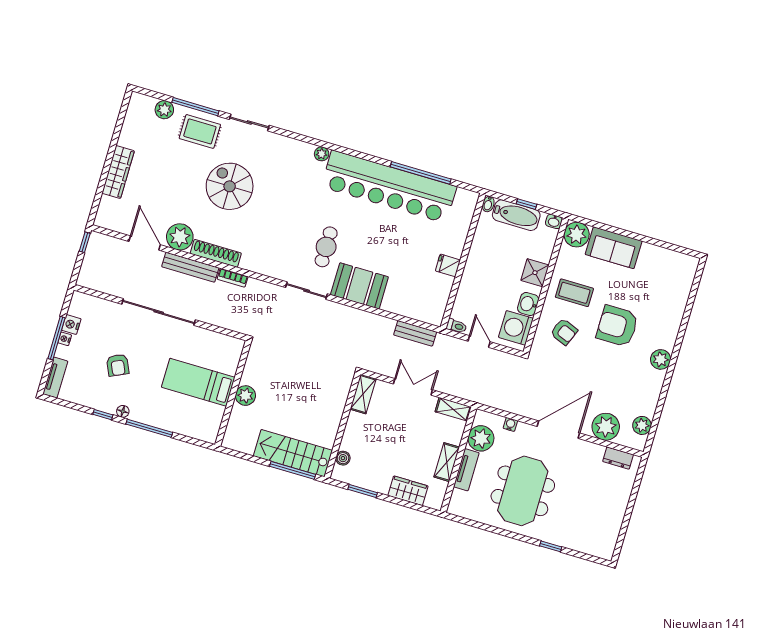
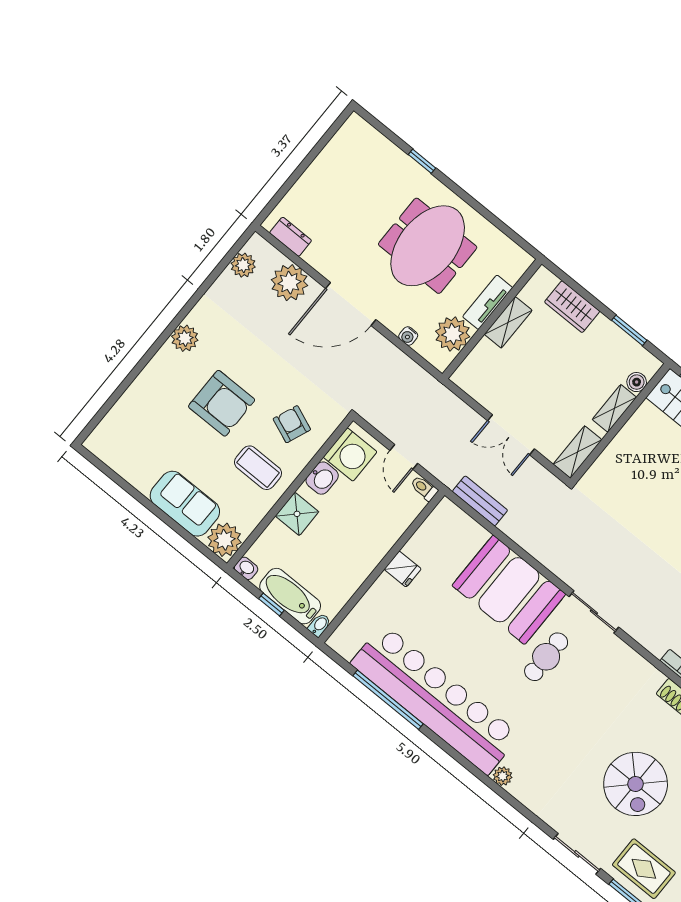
booth: (359, 286) -> (509, 590), width x1.36, depth x1.42
shelving: (453, 409) -> (614, 408), moved, turned 90

